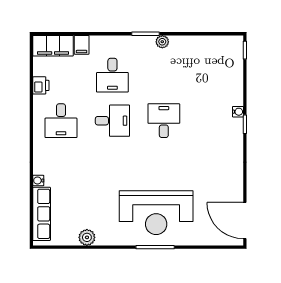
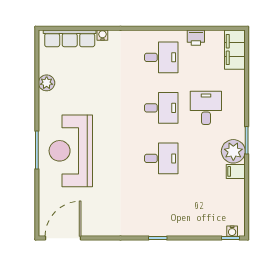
plant: (162, 42) -> (233, 151), width x1.88, depth x1.88
filing cabinet: (82, 45) -> (236, 171), moved
desk: (112, 75) -> (206, 108), turned 90
water cooler: (238, 112) -> (232, 231), moved
desk: (61, 121) -> (161, 57), turned 180
desk: (112, 121) -> (161, 108), turned -90

